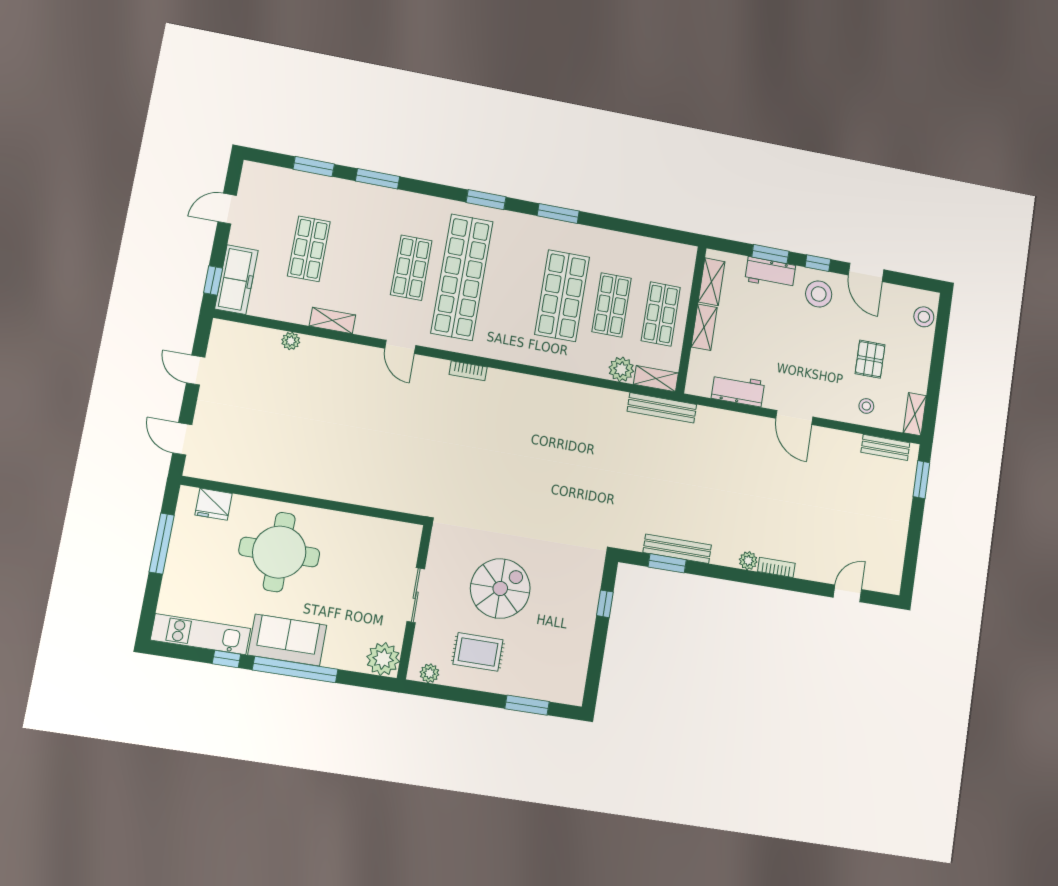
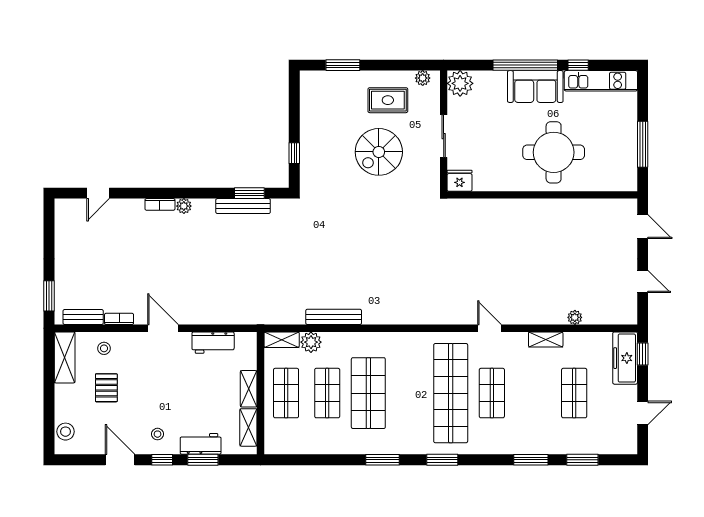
stool: (819, 294) -> (157, 434), width x0.53, depth x0.53
bookcase: (468, 371) -> (119, 319), moved
bench: (662, 408) -> (334, 317), moved
shelving: (915, 414) -> (65, 357), width x1.50, depth x1.33
fridge: (214, 504) -> (459, 181), moved

